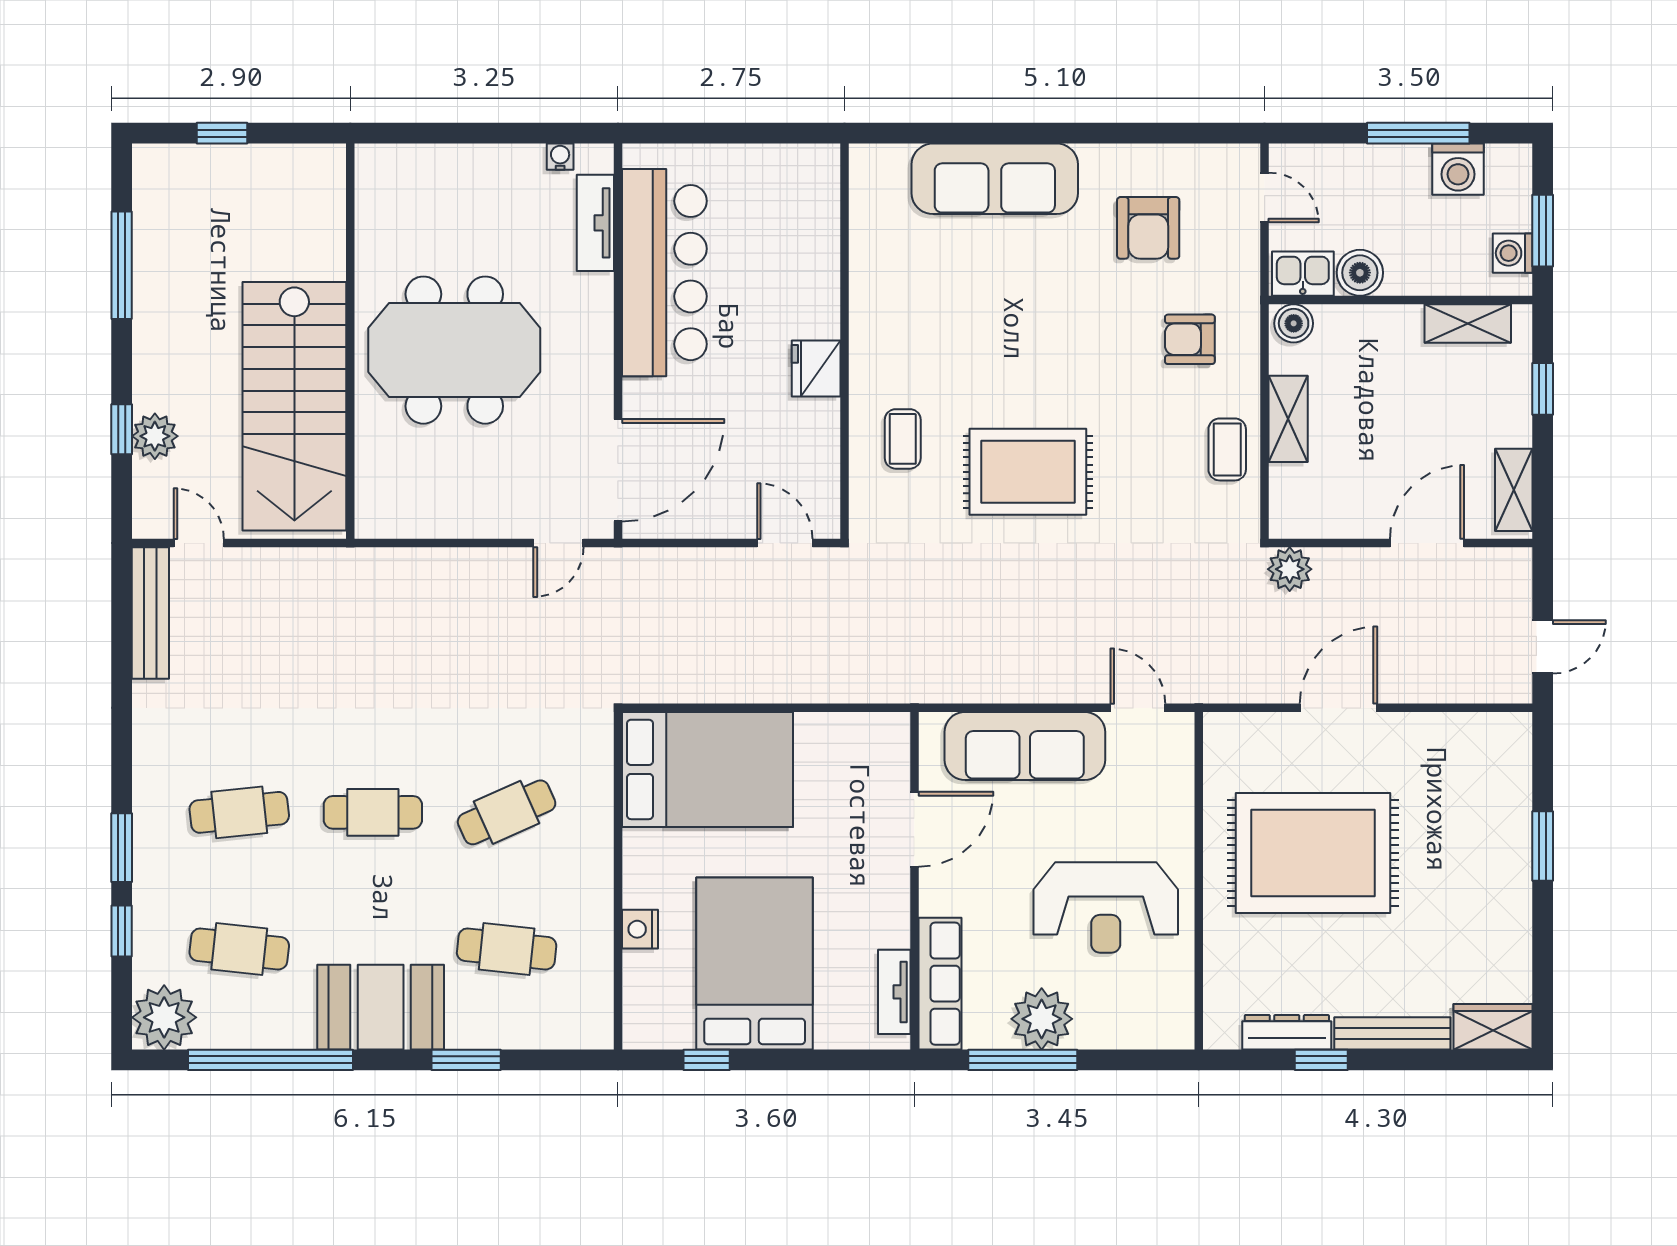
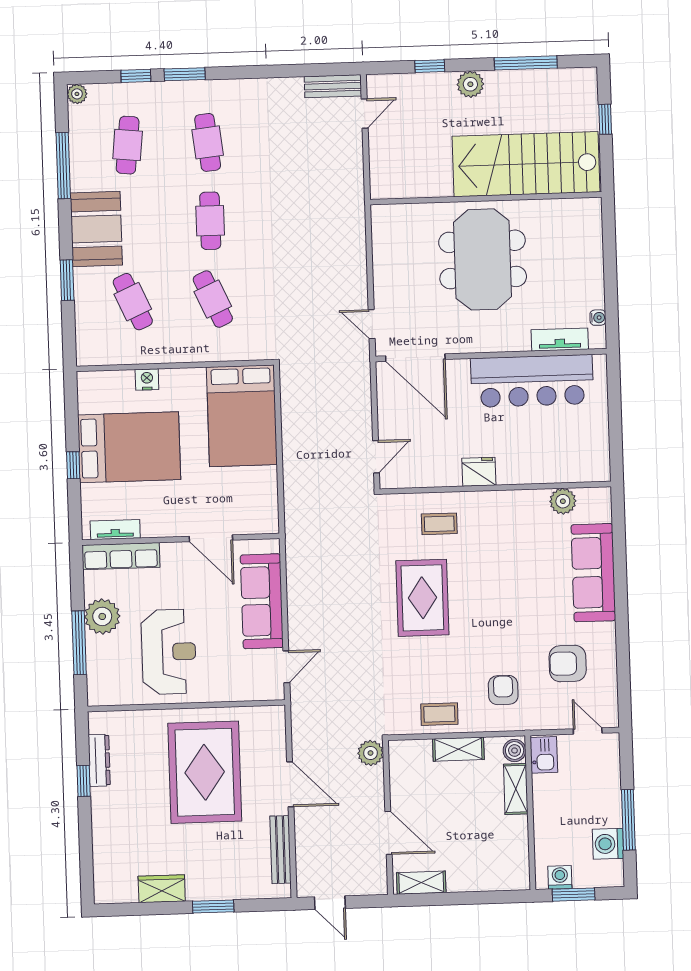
door: (1265, 197) -> (588, 731), swing flipped
plant: (871, 227) -> (563, 501), added
boiler: (1360, 273) -> (545, 788), removed
shelving: (1468, 323) -> (516, 789), moved
window: (1543, 389) -> (481, 898), removed
stairs: (294, 406) -> (526, 164), moved
plant: (155, 436) -> (470, 84), moved
bench: (150, 613) -> (333, 86), width x0.73
reception desk: (1106, 907) -> (169, 652), turned 180
cafe table: (507, 949) -> (133, 302), turned -30
plant: (164, 1017) -> (77, 94), width x0.53, depth x0.53
wardrobe: (1493, 1027) -> (162, 889), moved, turned -90
bench: (1392, 1033) -> (281, 850), moved
window: (270, 1060) -> (63, 166), width x0.68
window: (707, 1060) -> (73, 465), moved
window: (1023, 1060) -> (79, 643), moved

